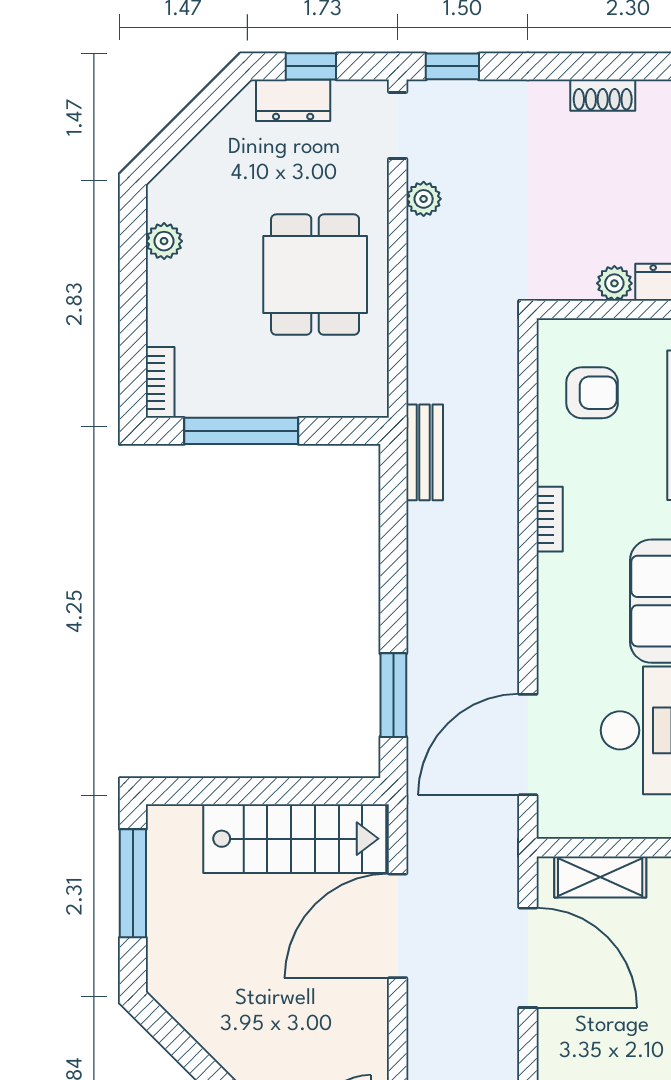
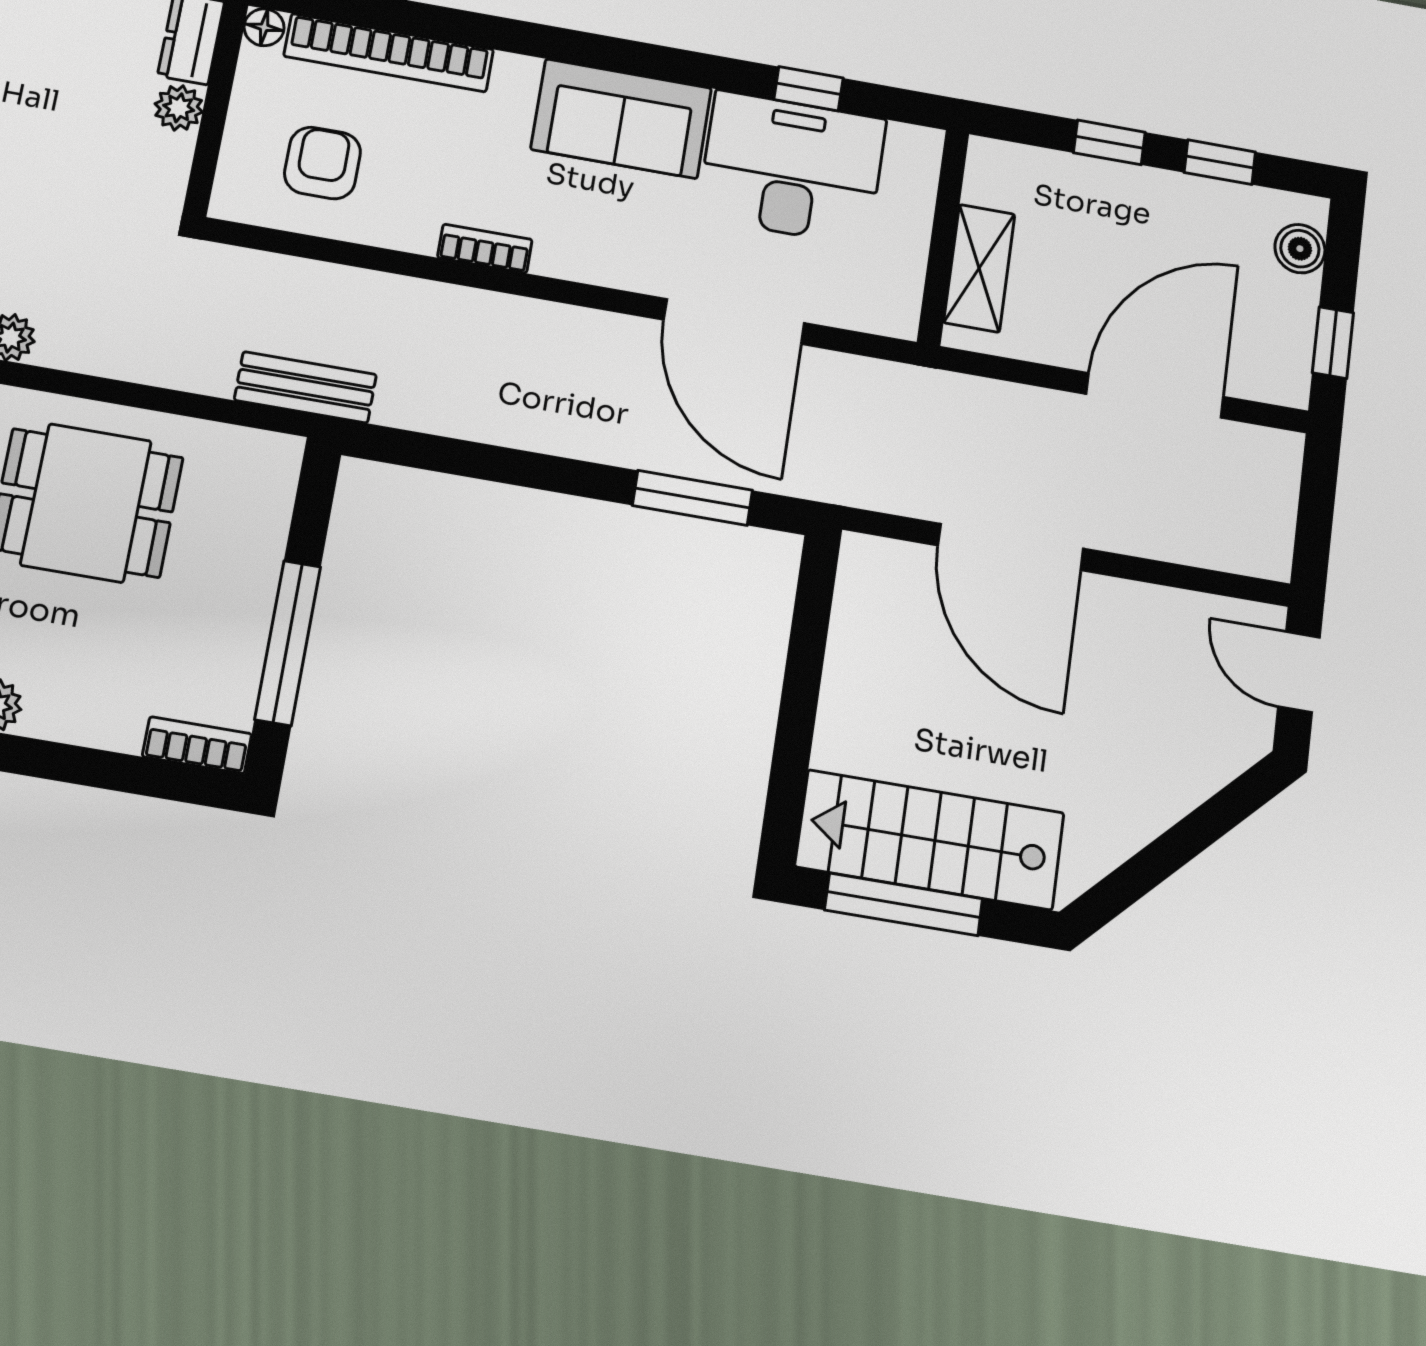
bench: (425, 452) -> (305, 387), moved
door: (528, 745) -> (734, 321), moved
stairs: (295, 839) -> (930, 840), moved, turned -90
door: (528, 958) -> (1155, 395), moved

